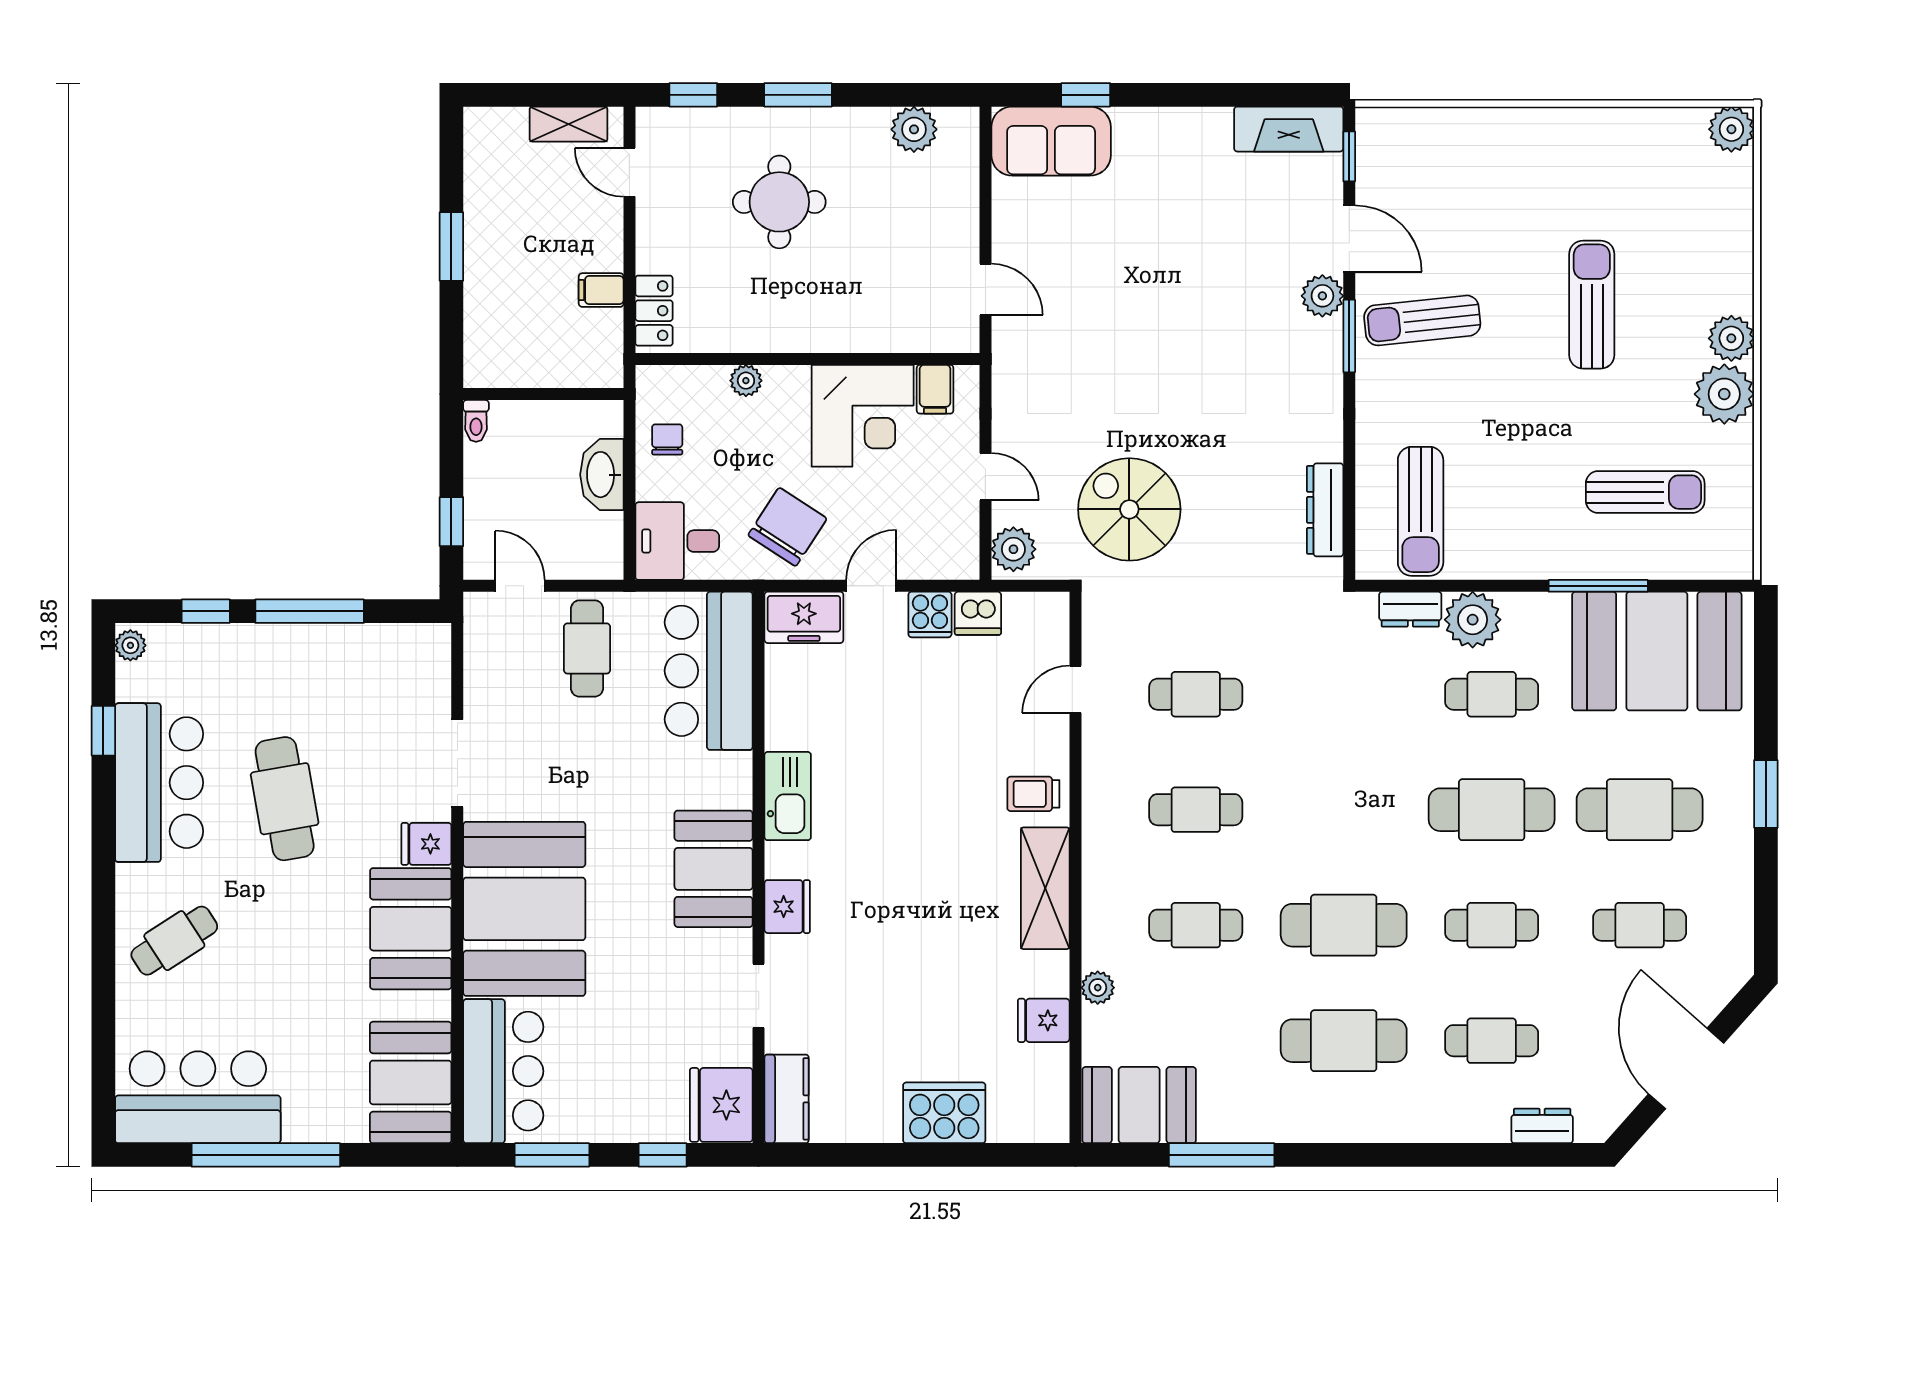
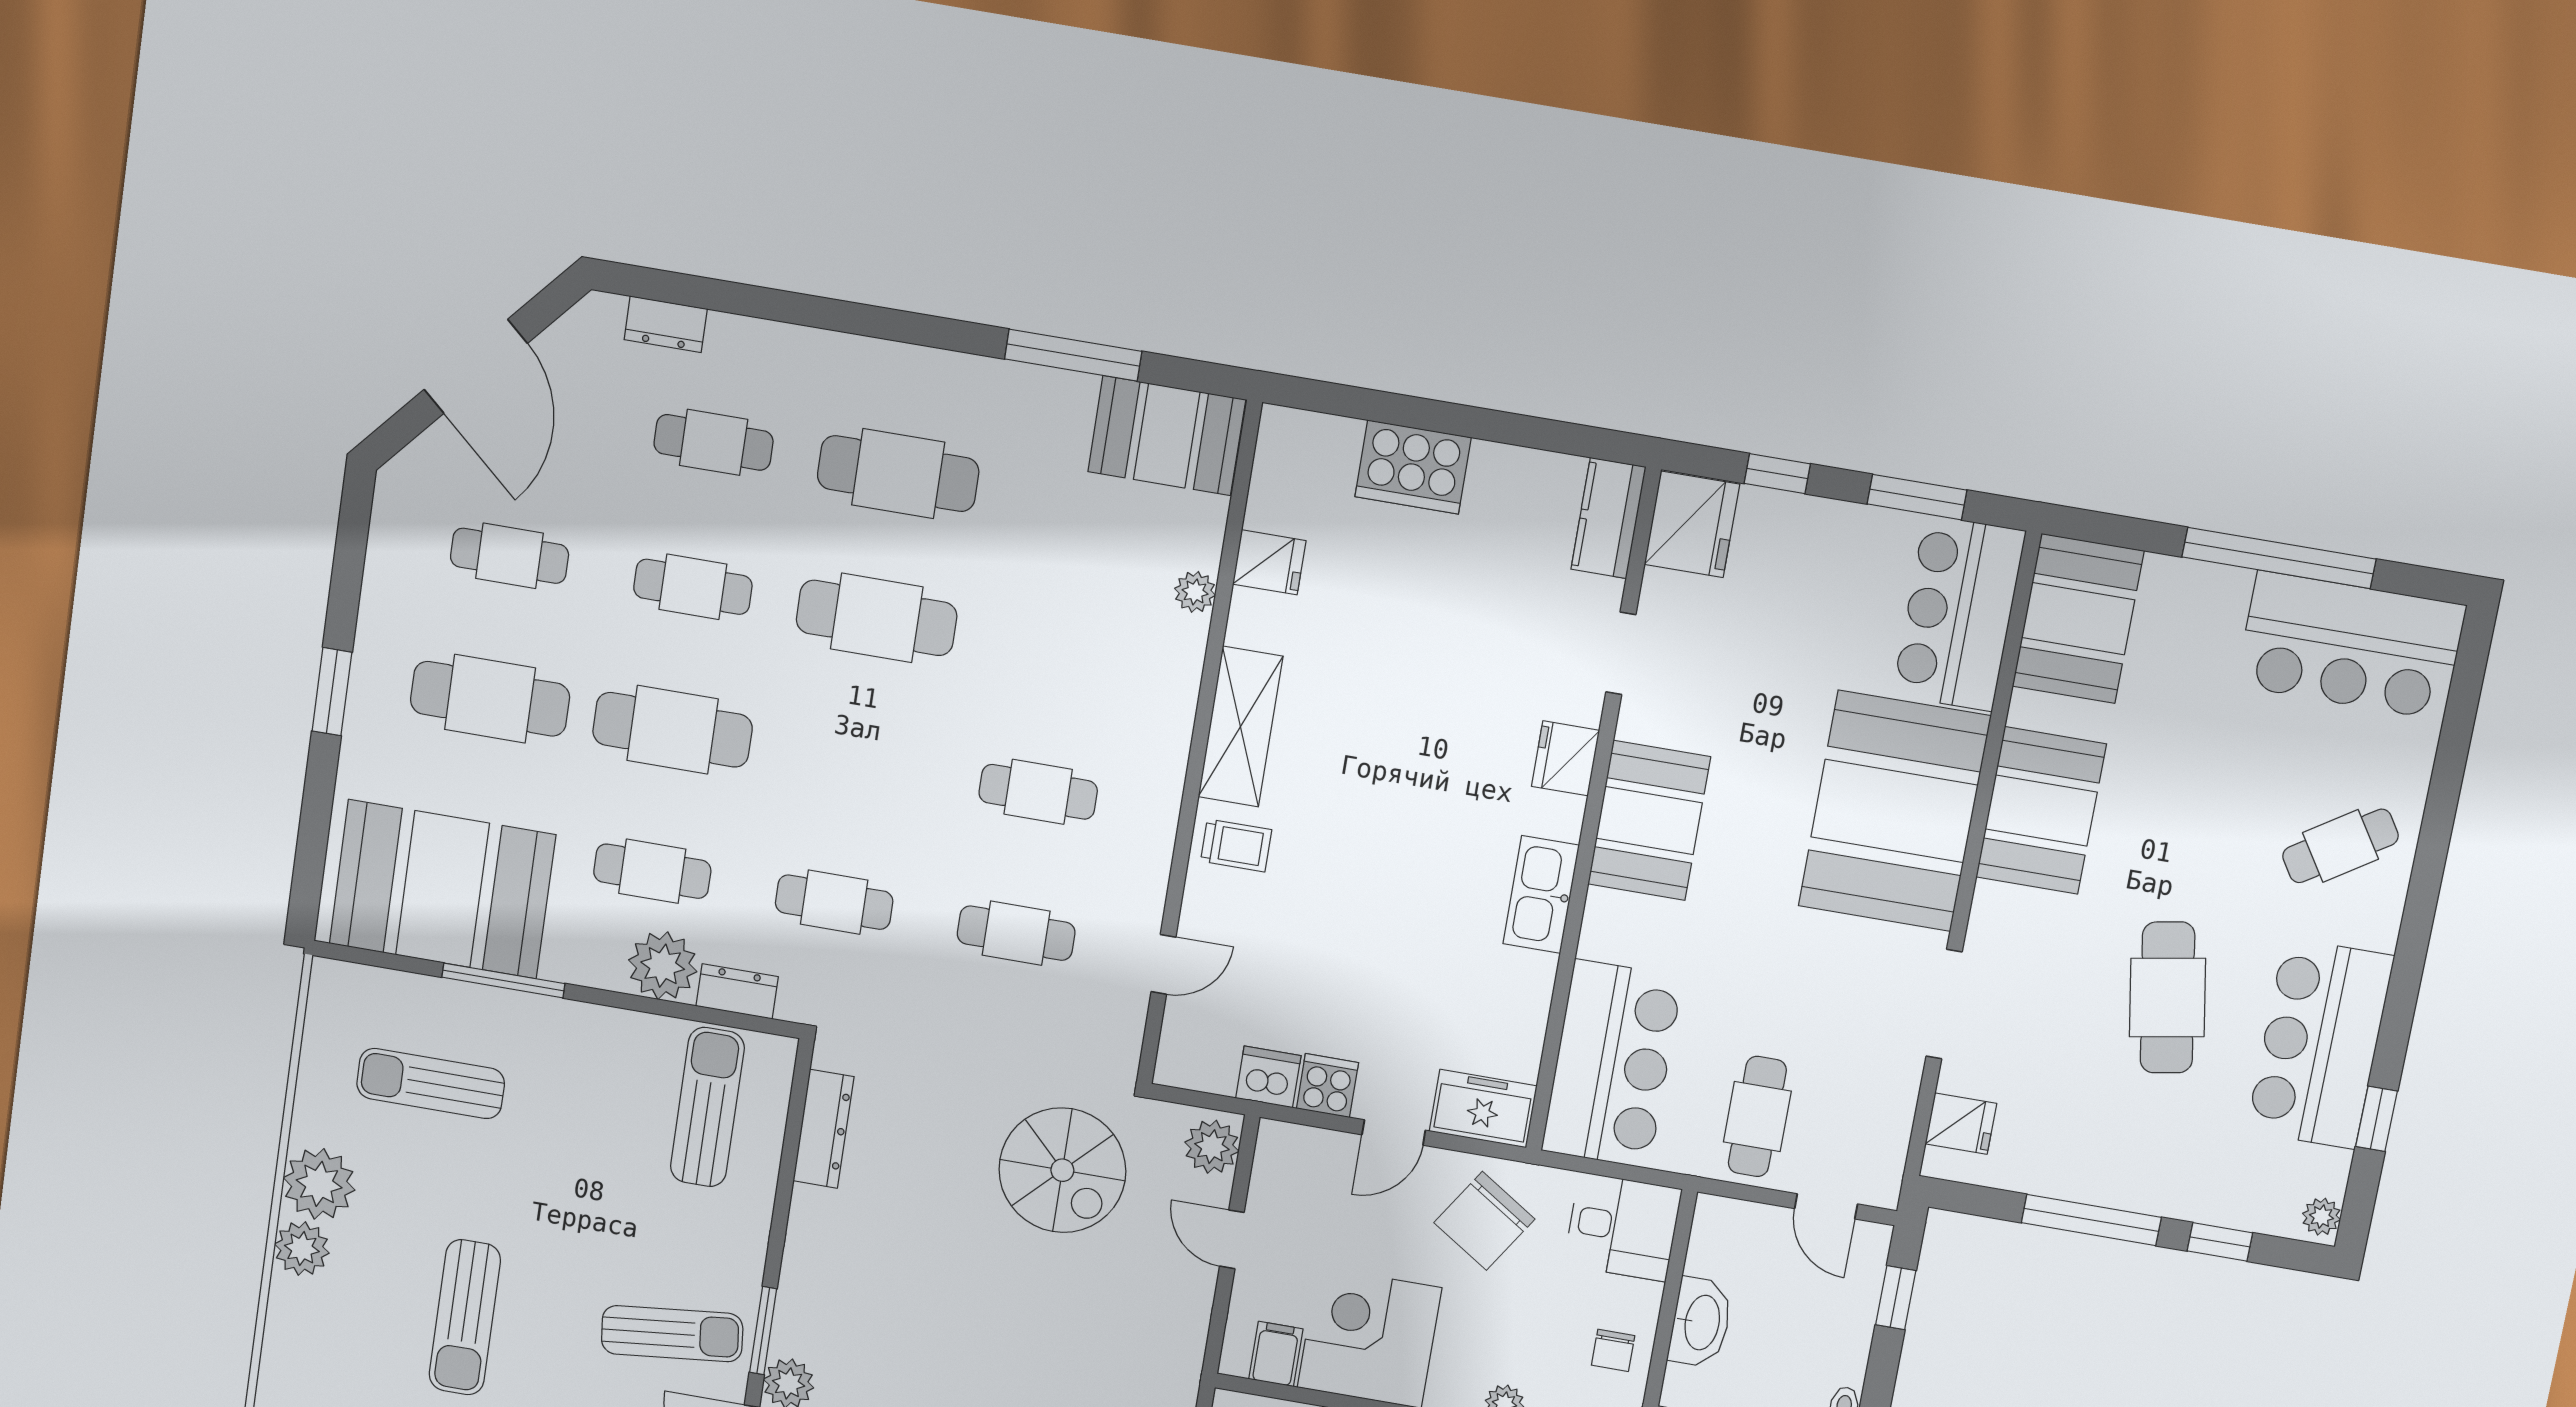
fridge: (426, 844) -> (1961, 1124), moved
cafe table: (1196, 925) -> (834, 902), moved

